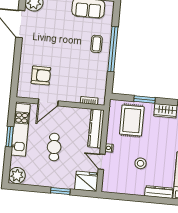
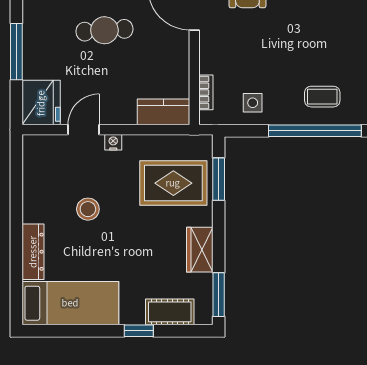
side table: (96, 78) -> (253, 103), added
window: (144, 99) -> (219, 179), moved
kitchen counter: (96, 128) -> (163, 112), width x0.67
window: (60, 191) -> (16, 52), width x1.44

